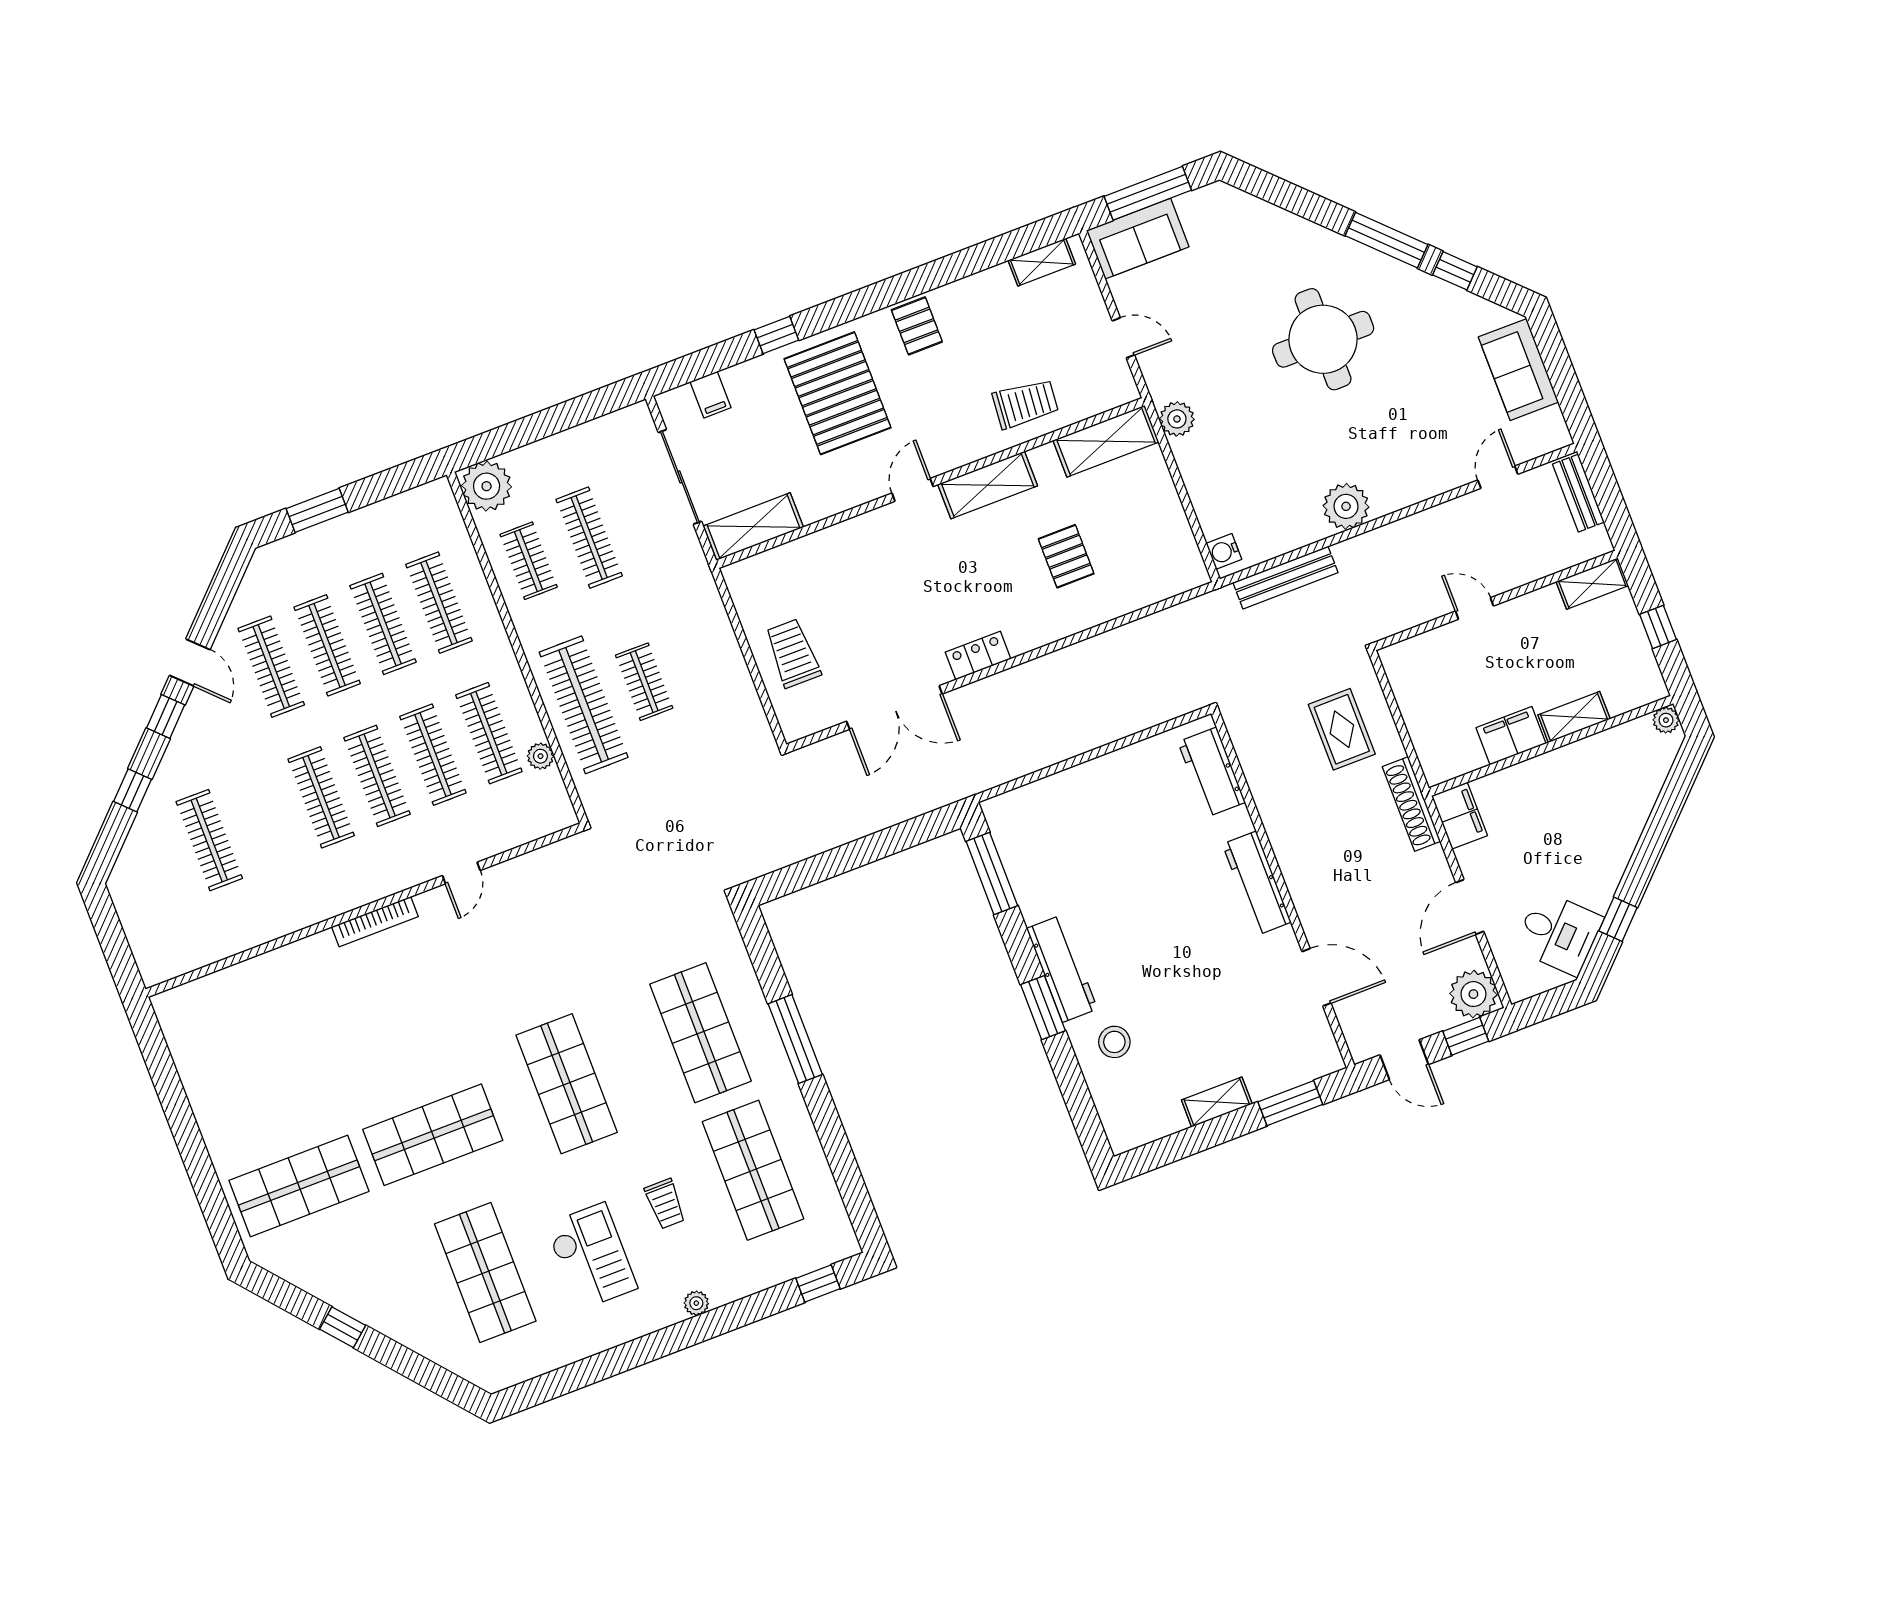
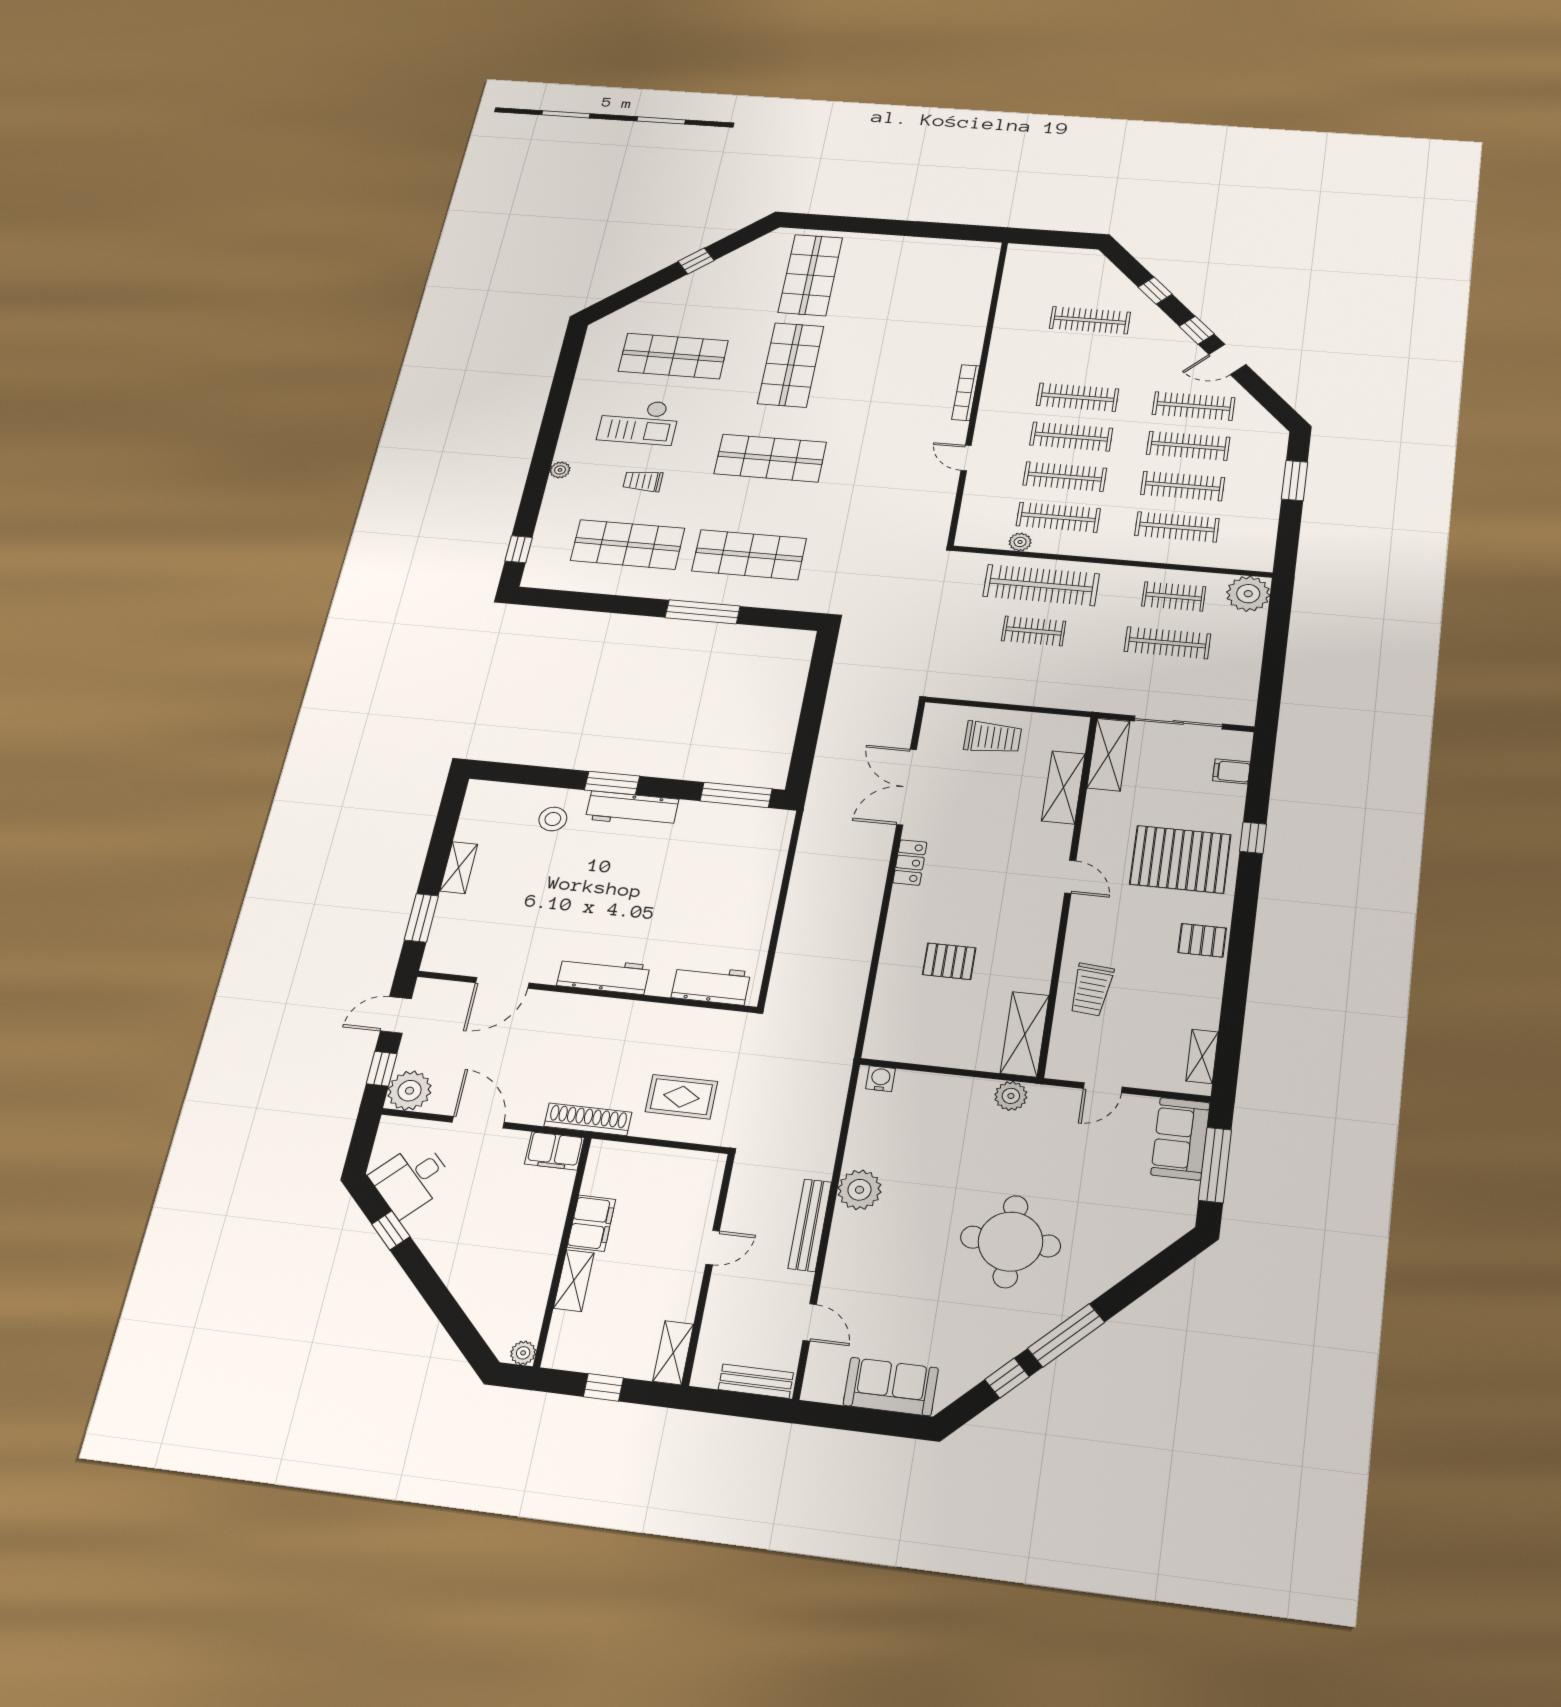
shelving: (988, 485) -> (1063, 787), moved
bench: (1285, 578) -> (810, 1225), moved

